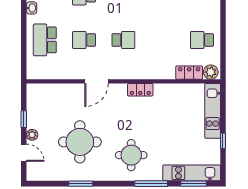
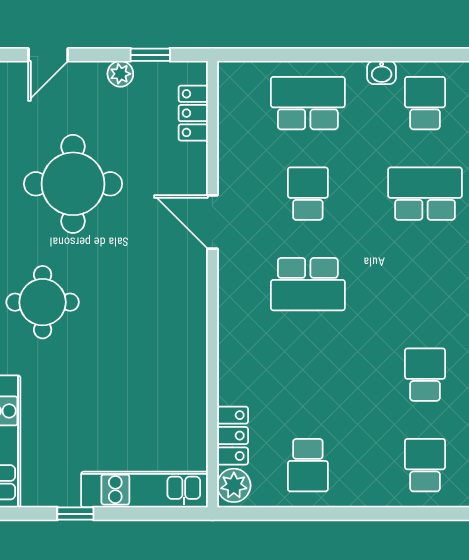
school desk: (123, 40) -> (308, 284), width x1.85
school desk: (202, 40) -> (308, 465), turned 180
locker: (140, 90) -> (193, 113), moved
window: (24, 119) -> (150, 55), moved
plant: (32, 135) -> (120, 74), moved

